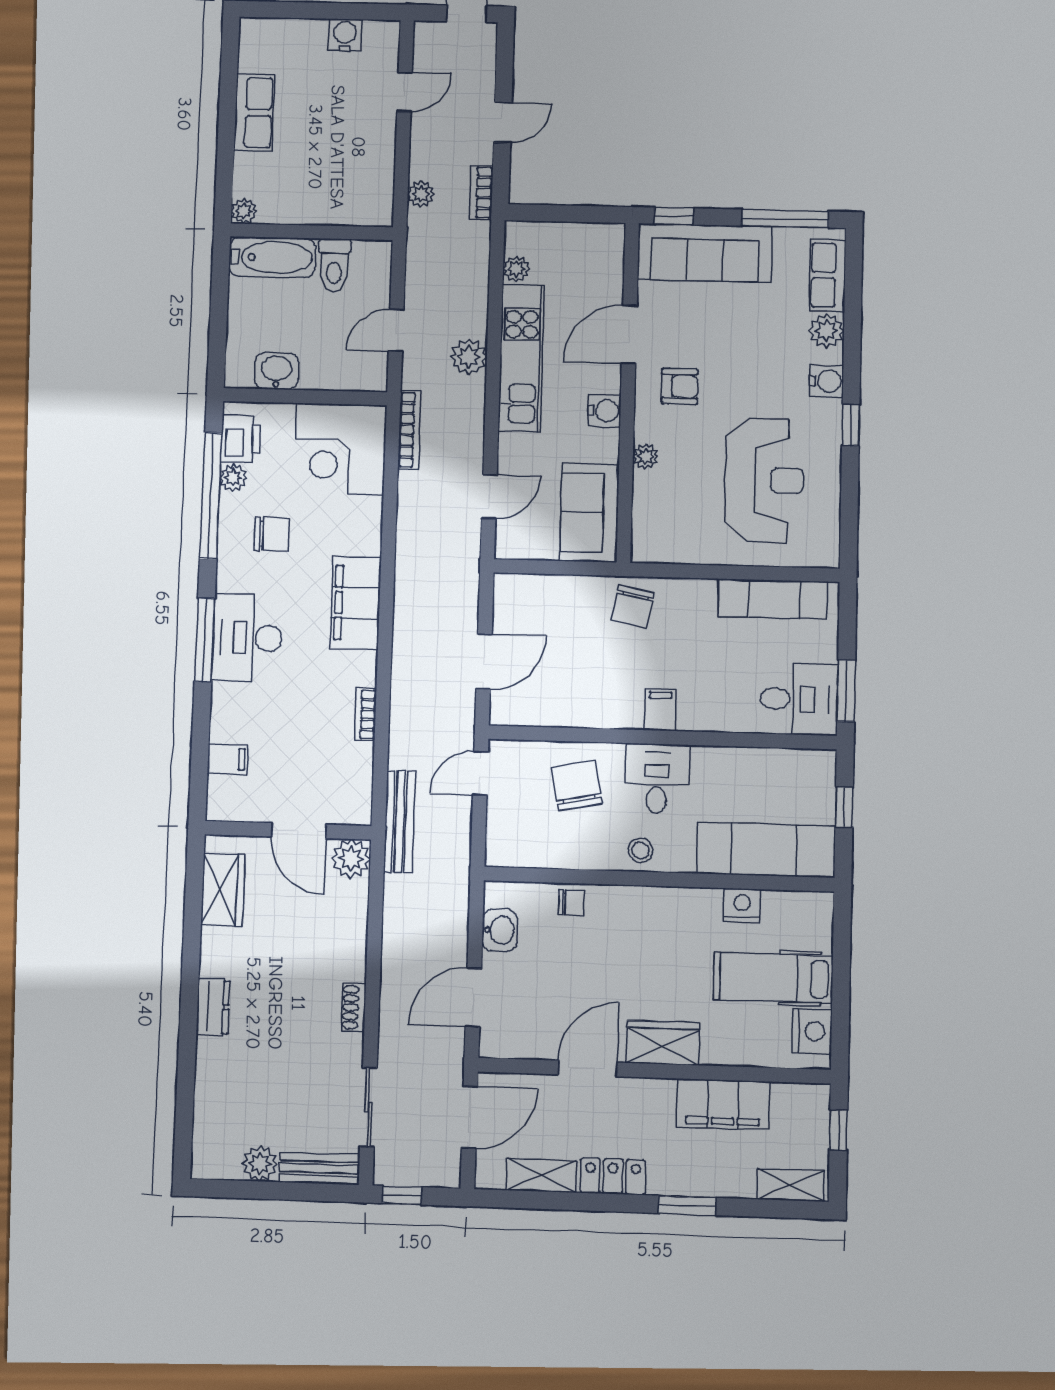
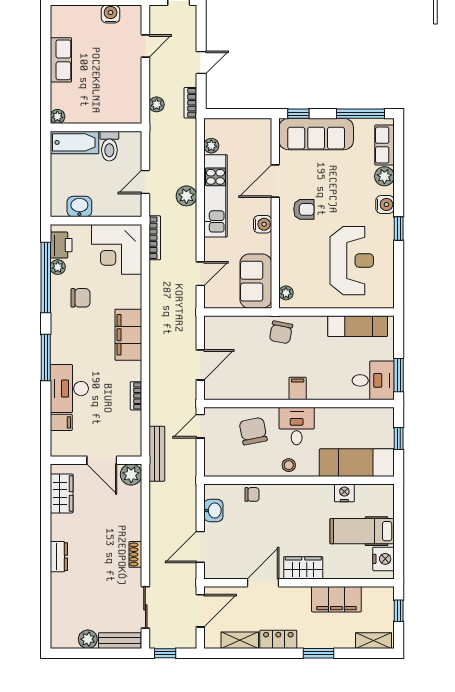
plant: (646, 456) -> (286, 293), moved
desk: (247, 638) -> (69, 389), moved

